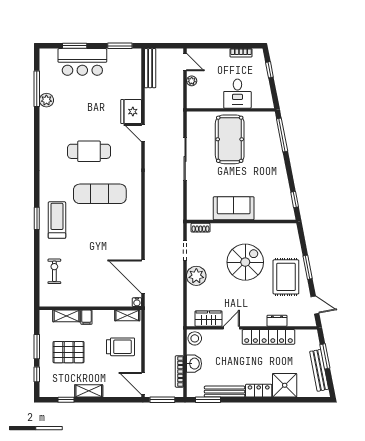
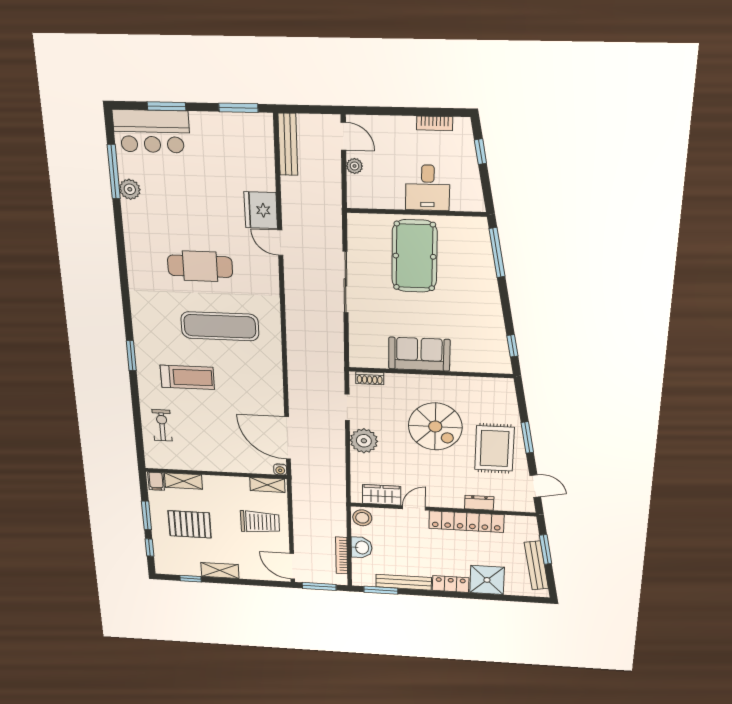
bar counter: (82, 62) -> (151, 131), moved
treadmill: (57, 220) -> (187, 377), moved, turned 90
spiral stairs: (245, 262) -> (435, 427), turned 90
filing cabinet: (86, 317) -> (156, 481), moved

